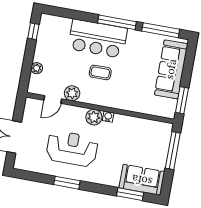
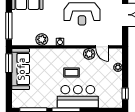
sofa: (171, 69) -> (21, 69), moved
door: (53, 100) -> (102, 47), swing flipped
plant: (94, 117) -> (42, 39), moved

